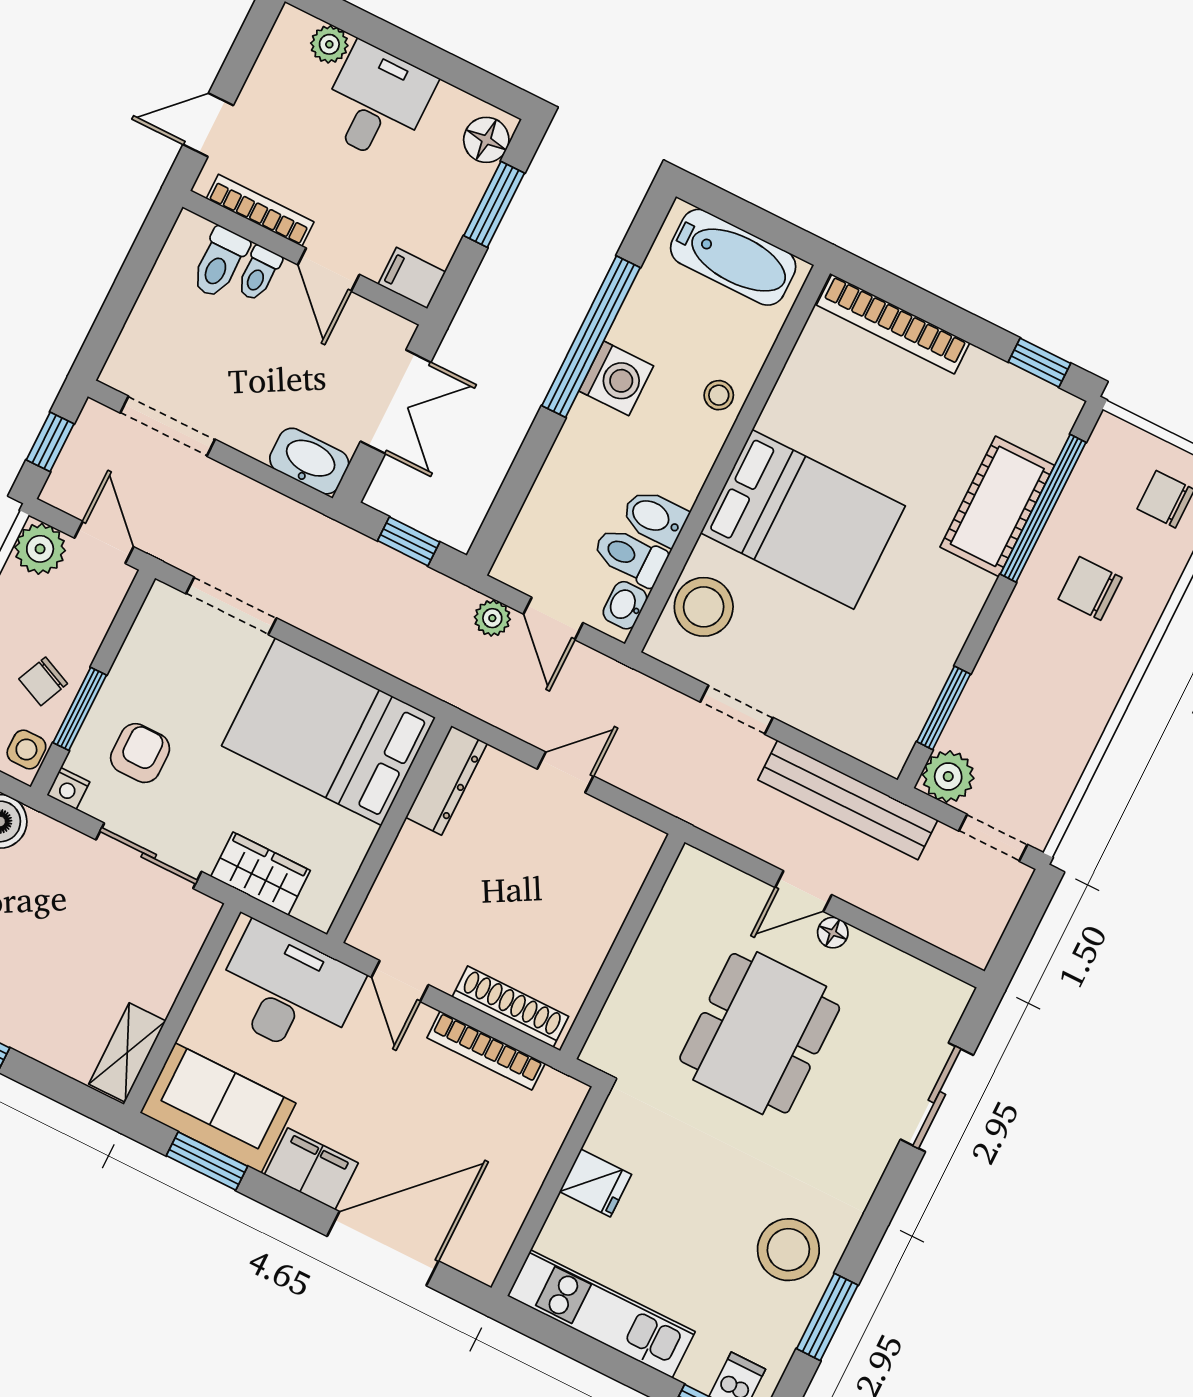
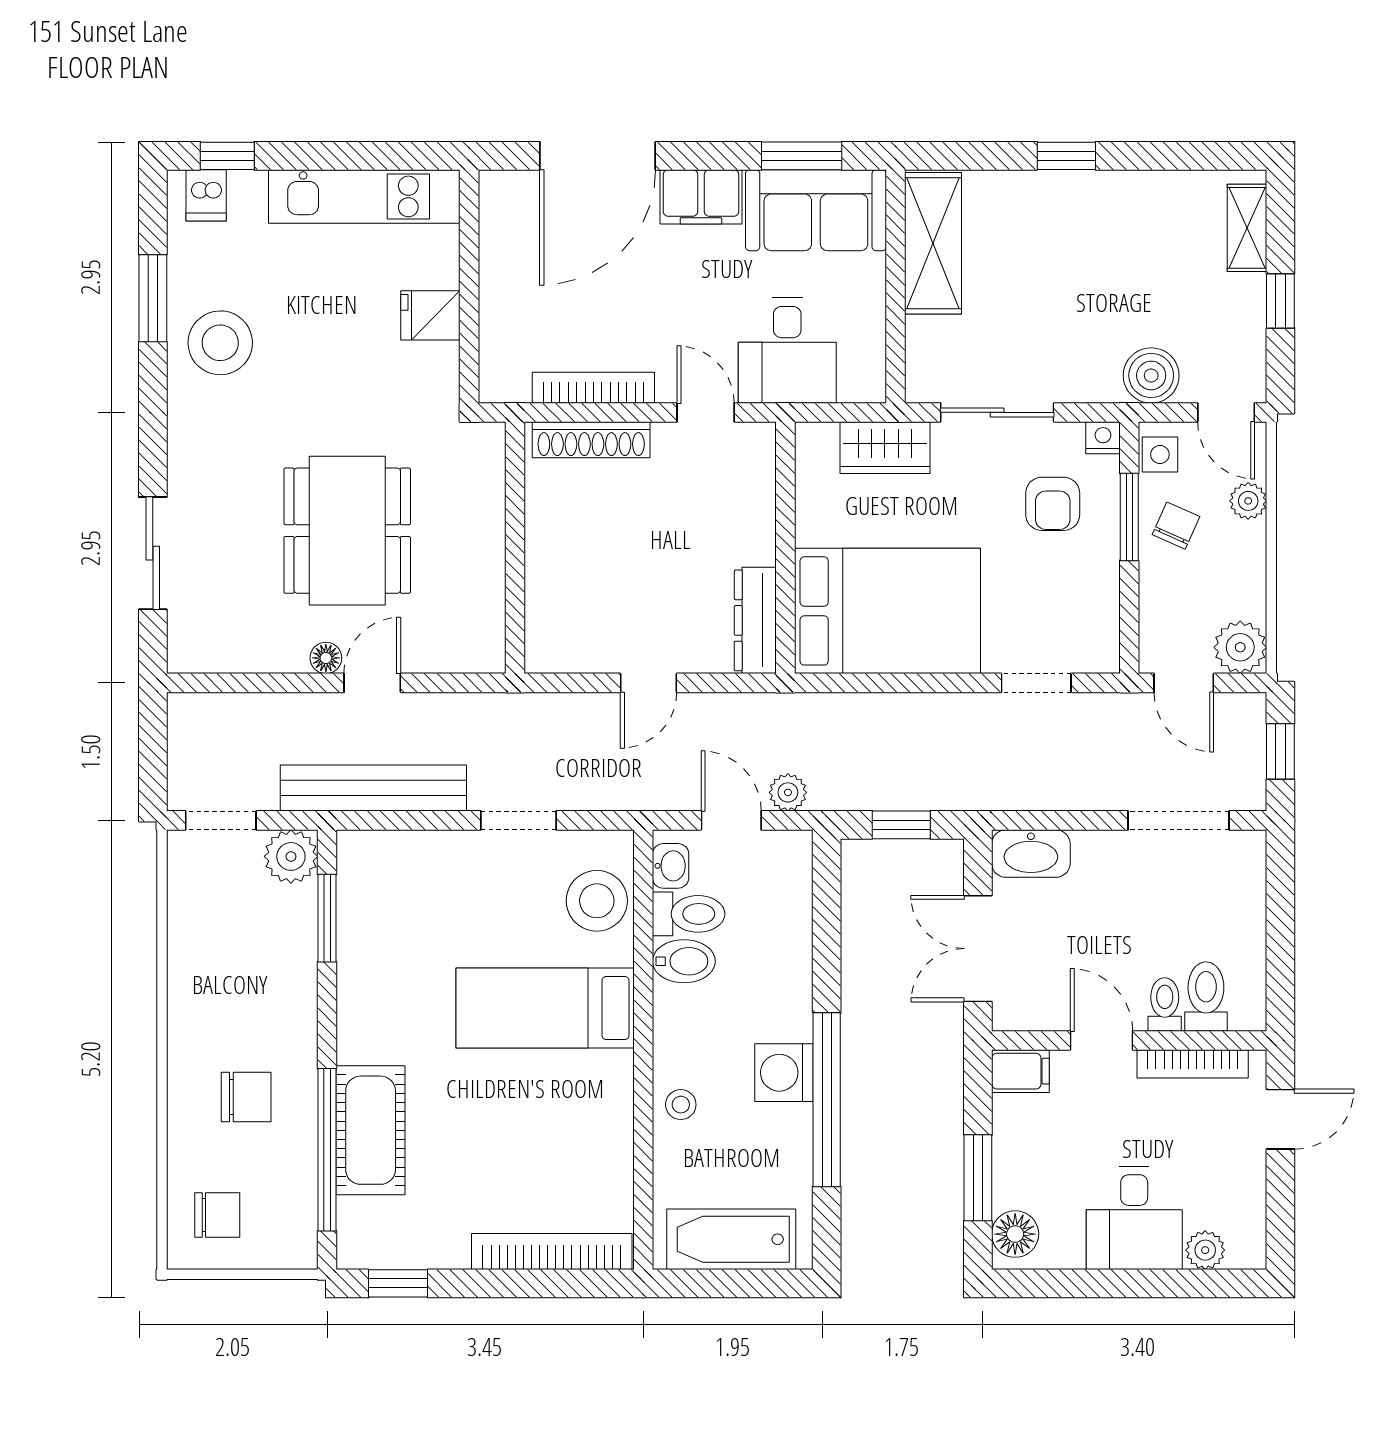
bed: (803, 519) -> (545, 1008), width x0.67
doorway: (231, 606) -> (1036, 683), width x0.73
desk: (287, 991) -> (787, 351), width x0.73
shelving: (127, 1053) -> (933, 243), width x1.50, depth x1.33

